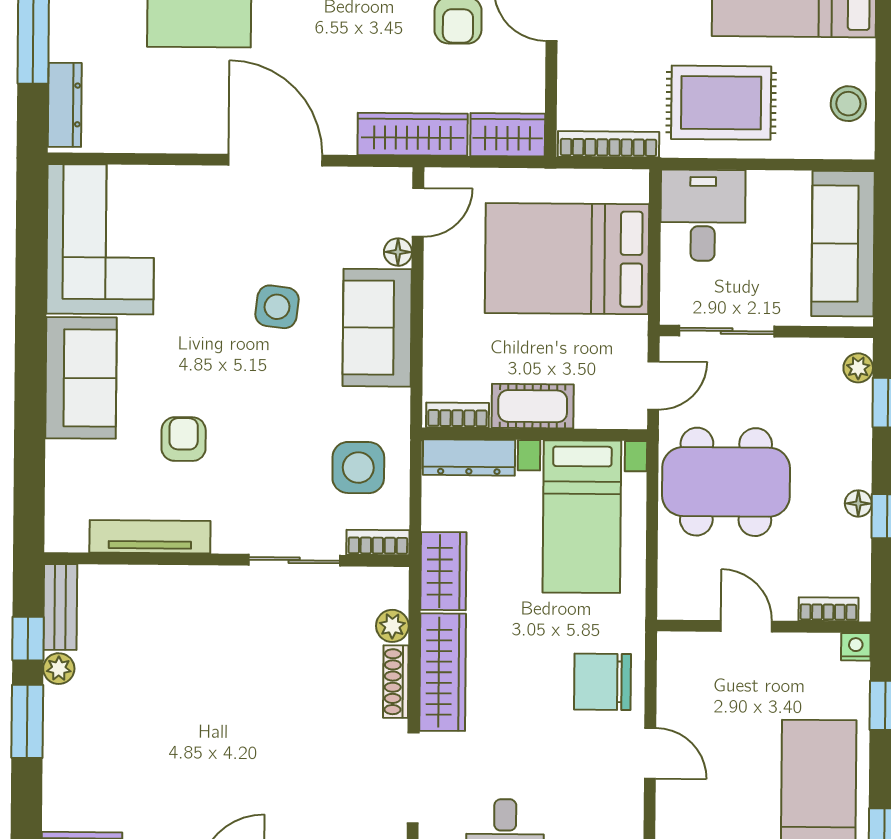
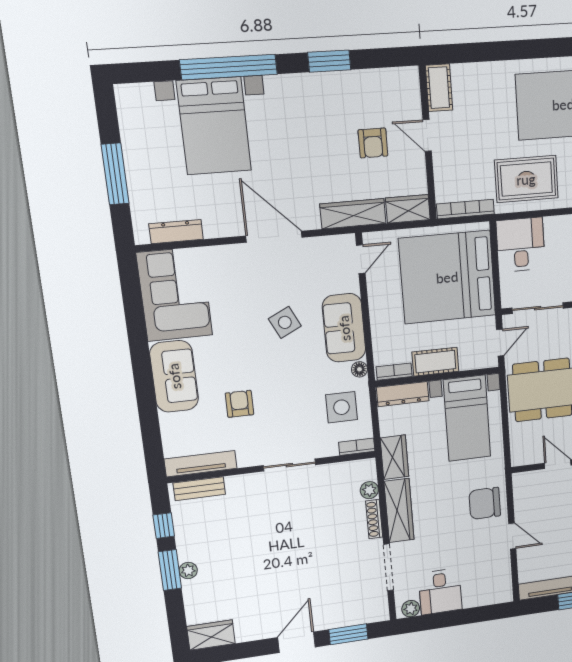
dresser: (65, 105) -> (176, 232), moved, turned -90
floor lamp: (398, 252) -> (359, 369), moved
bed: (567, 259) -> (447, 277), width x1.36
side table: (277, 307) -> (285, 322), turned -33
tv unit: (150, 537) -> (201, 464), moved
sliding door: (294, 560) -> (289, 465), moved
bench: (60, 607) -> (199, 489), moved, turned 90
plant: (59, 669) -> (188, 570), moved

